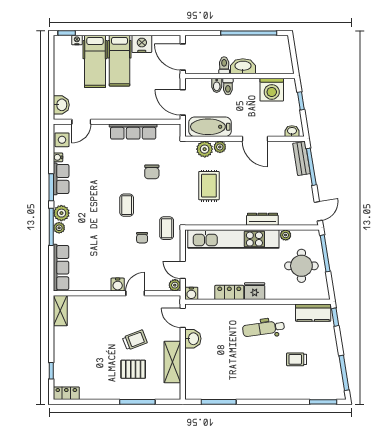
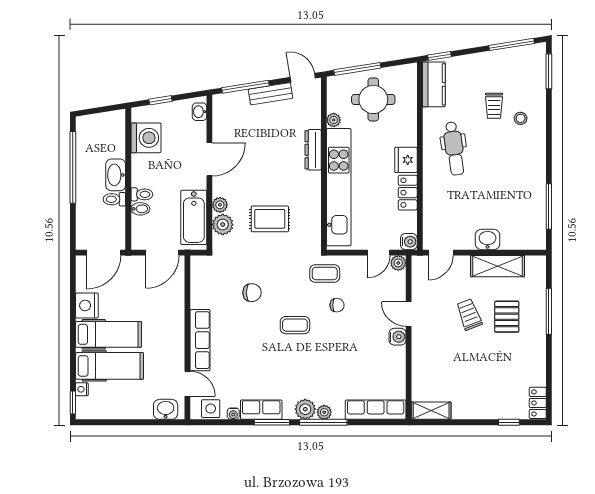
row of seats: (133, 132) -> (200, 340), moved
bench: (301, 159) -> (271, 94), moved
washbasin: (193, 339) -> (488, 239), moved
stool: (287, 380) -> (521, 118), added

